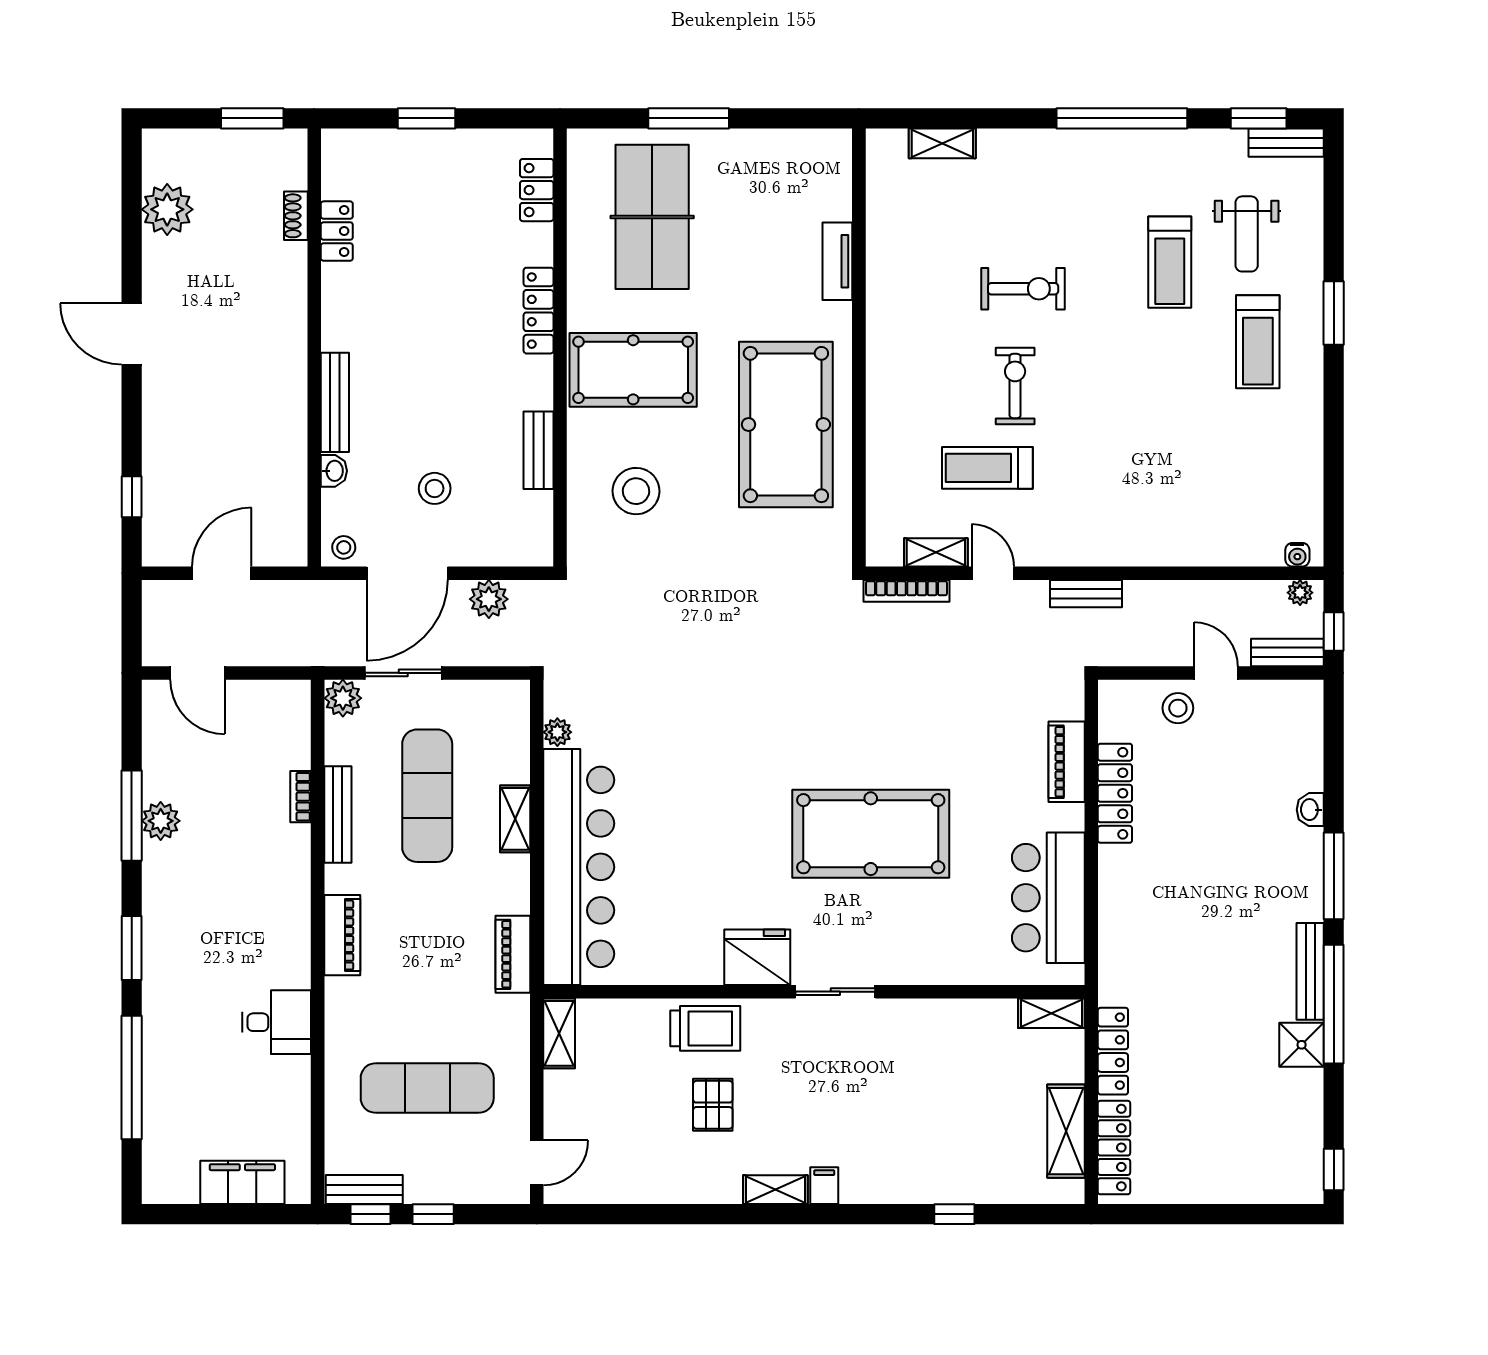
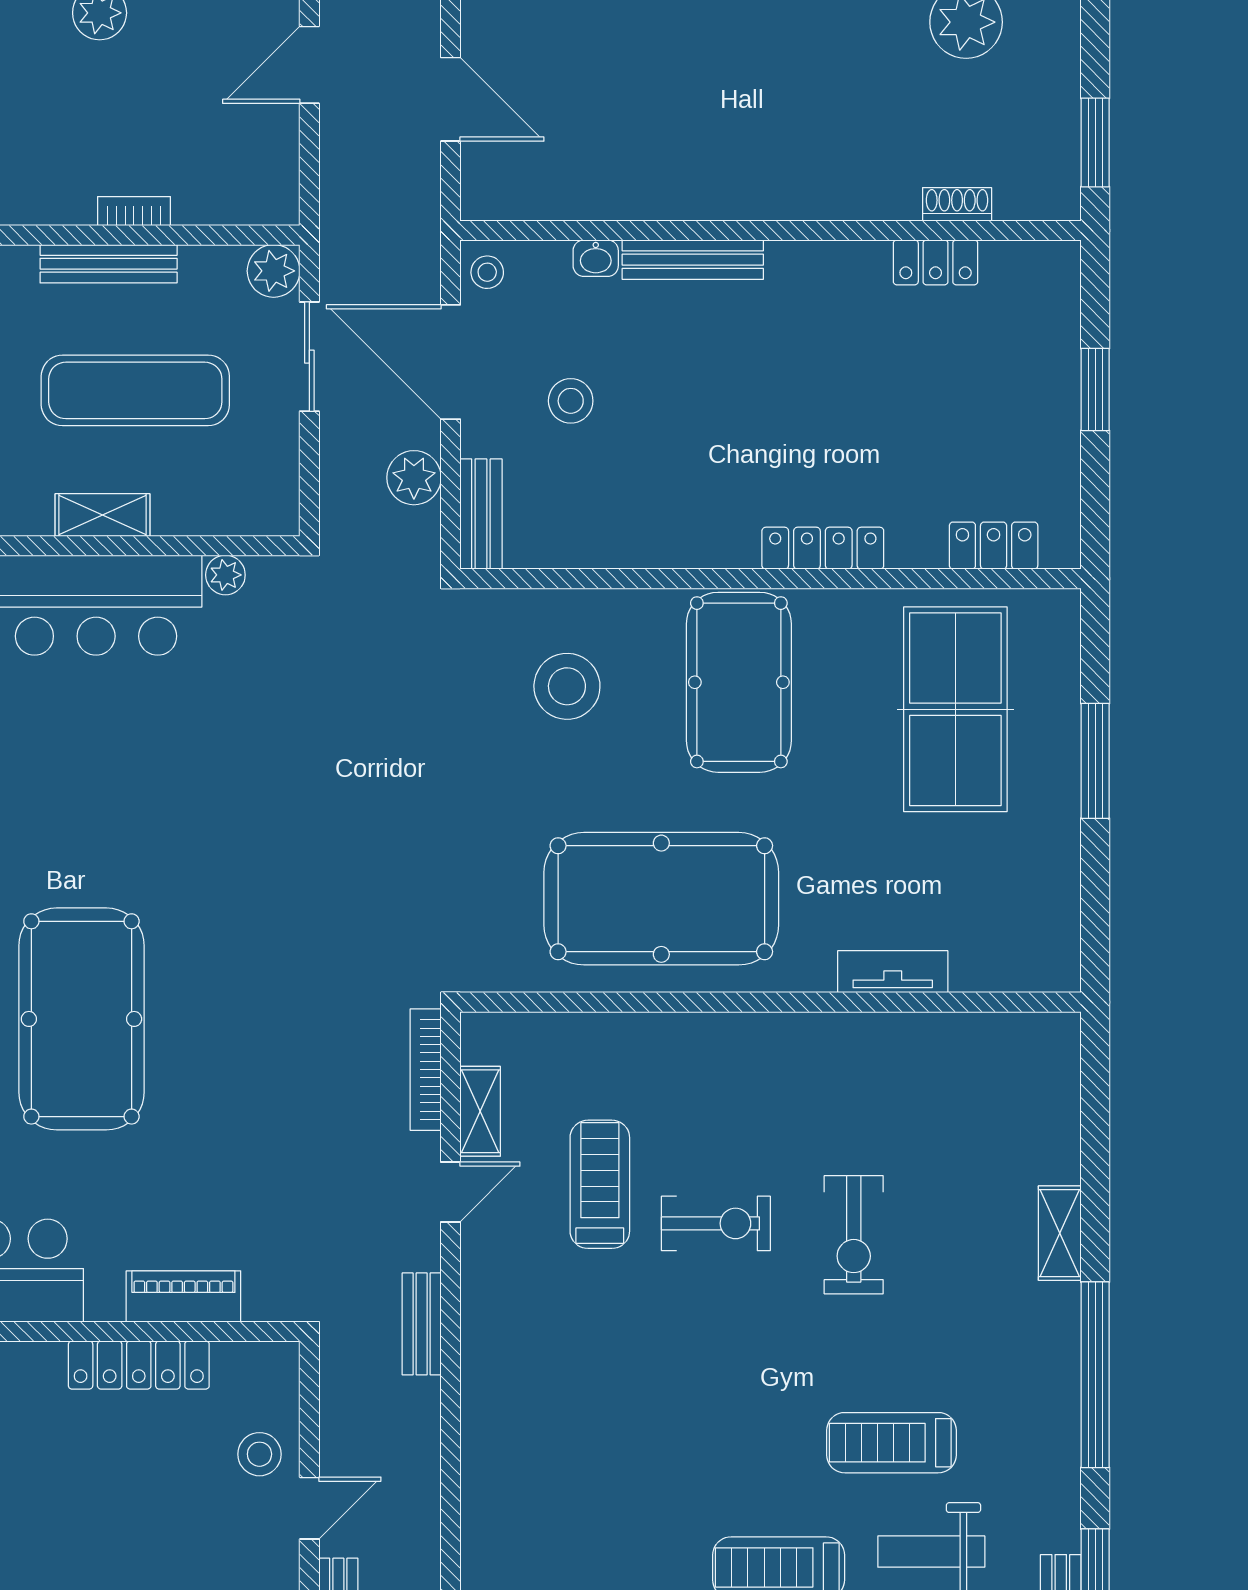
shelving: (942, 143) -> (1060, 1233), moved
table tennis table: (652, 217) -> (955, 709), turned 90
bench: (539, 450) -> (481, 514), moved, turned 90

